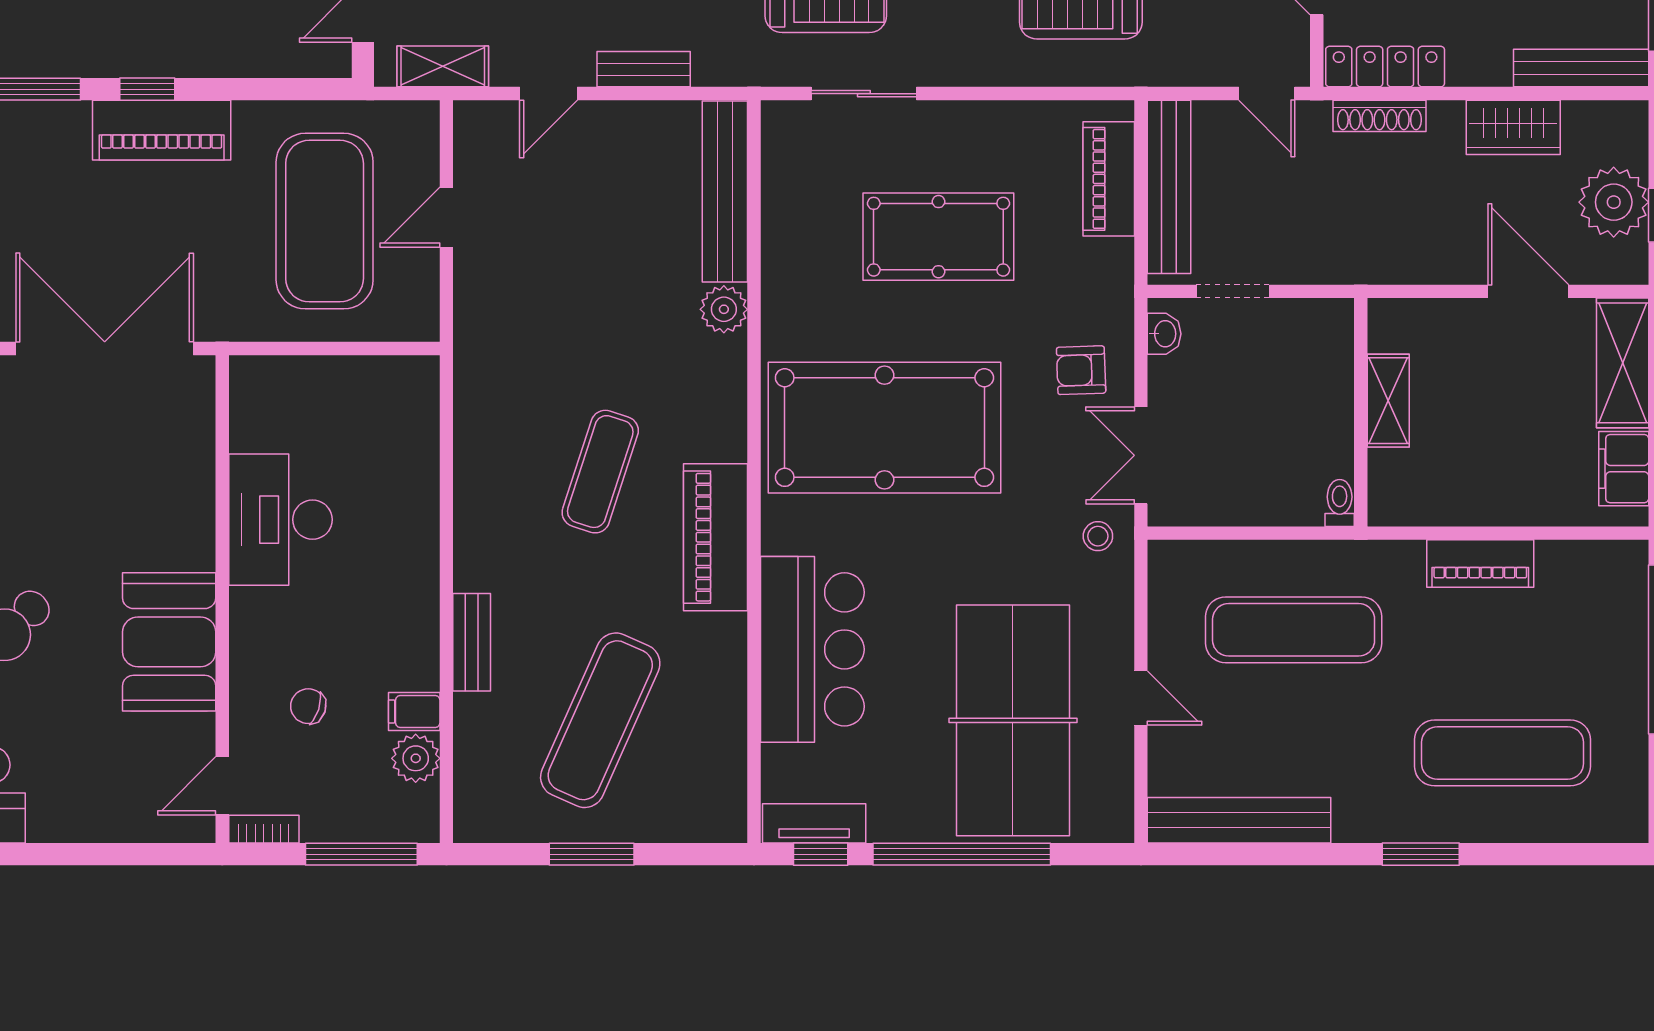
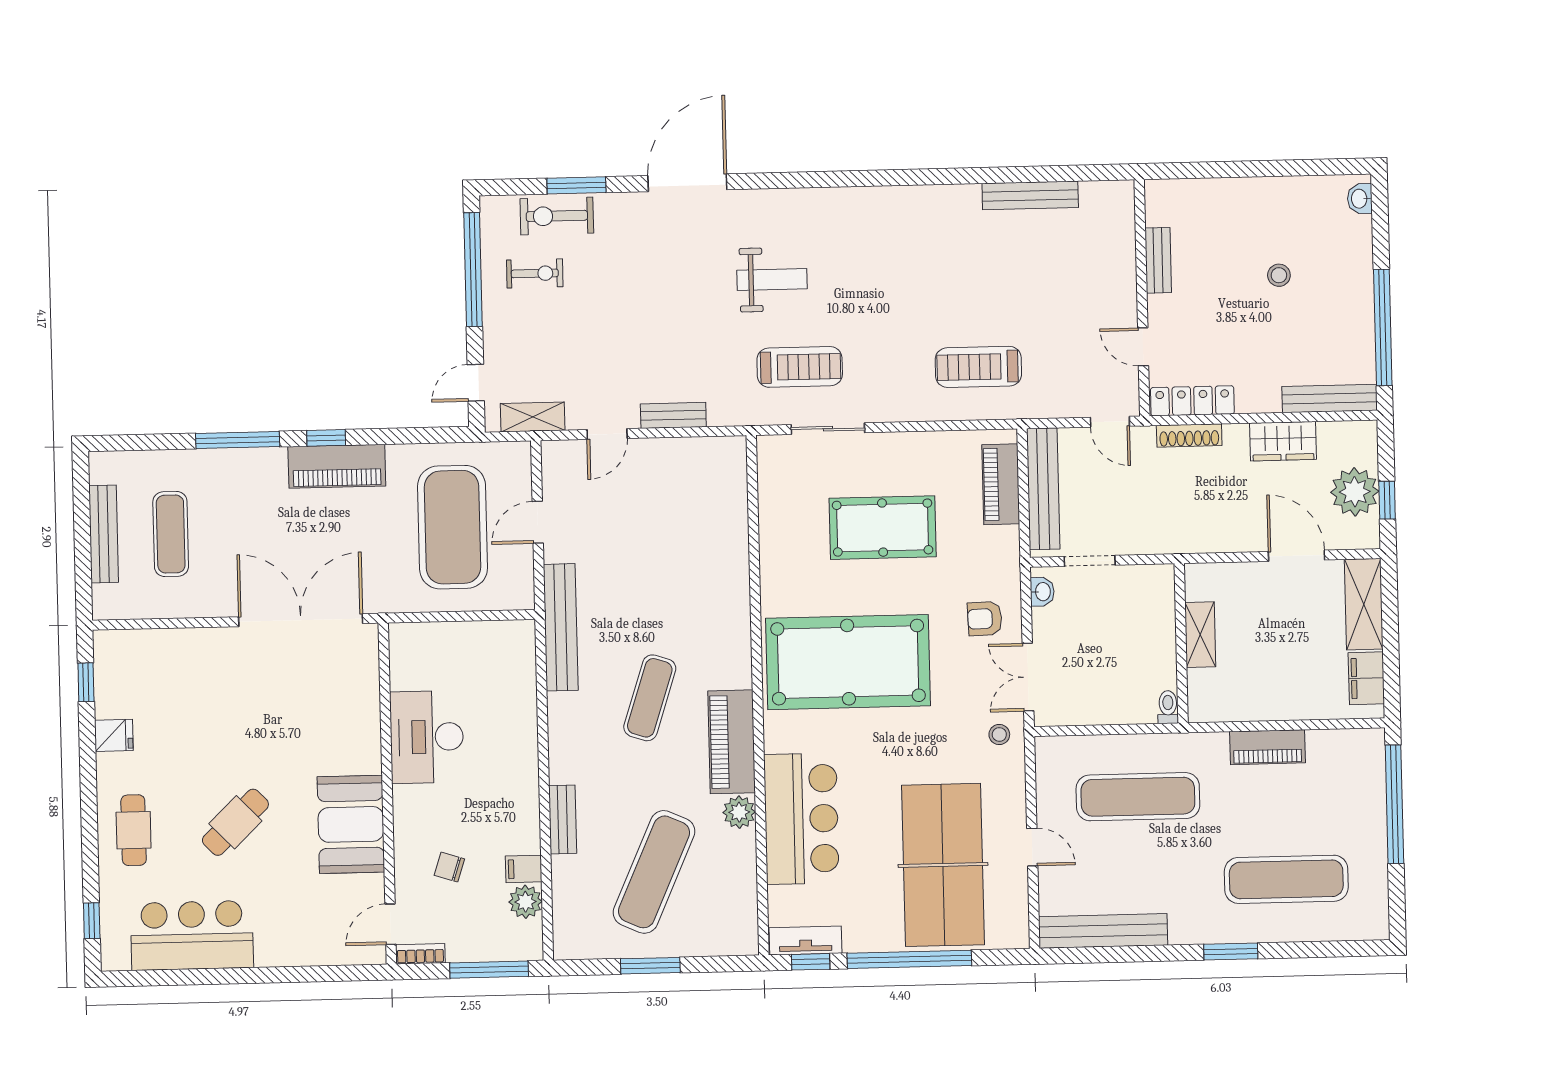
bench: (725, 191) -> (561, 627), moved
plant: (724, 309) -> (739, 812), moved

